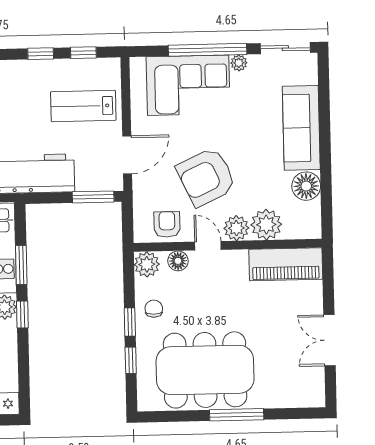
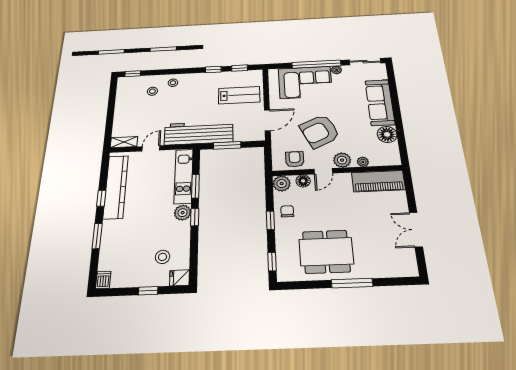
lab bench: (83, 106) -> (239, 95), turned 180
window: (93, 197) -> (227, 145), moved
plant: (266, 225) -> (363, 162), width x0.53, depth x0.53
door: (208, 246) -> (323, 171), swing flipped
window: (131, 360) -> (272, 262), moved
dining table: (205, 370) -> (326, 252), width x0.73, depth x0.80

